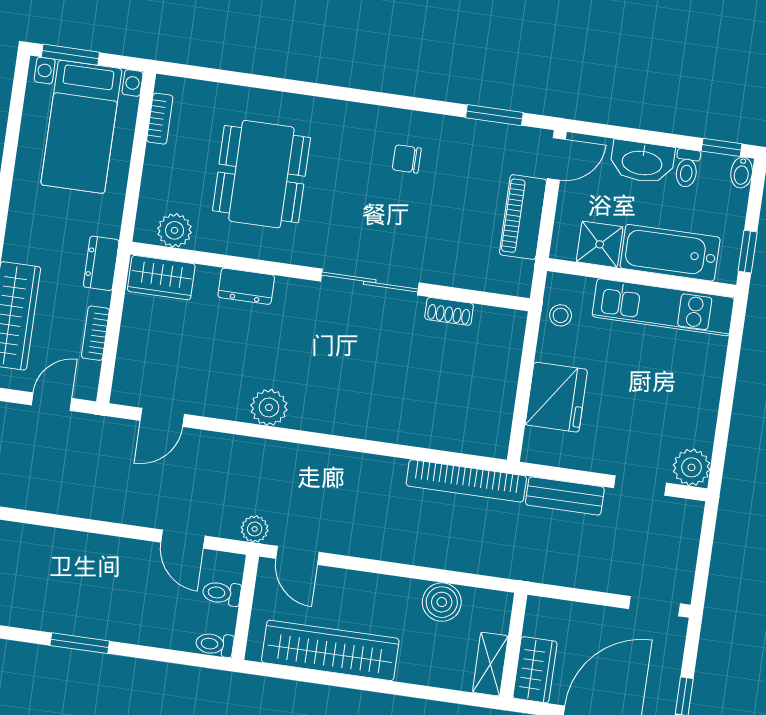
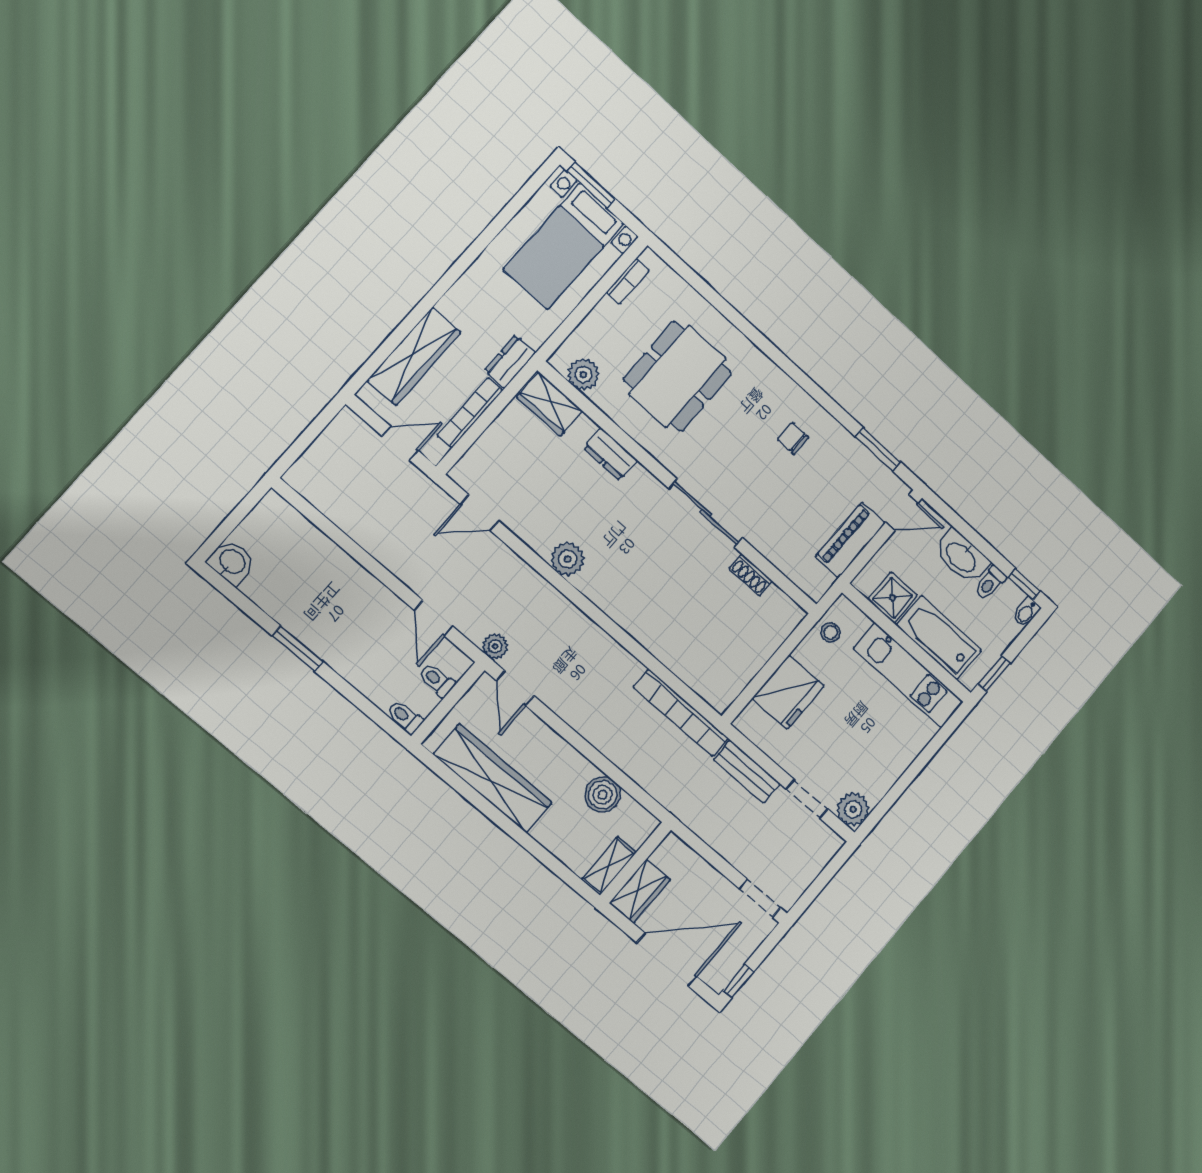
bookcase: (95, 333) -> (470, 413), width x1.56

